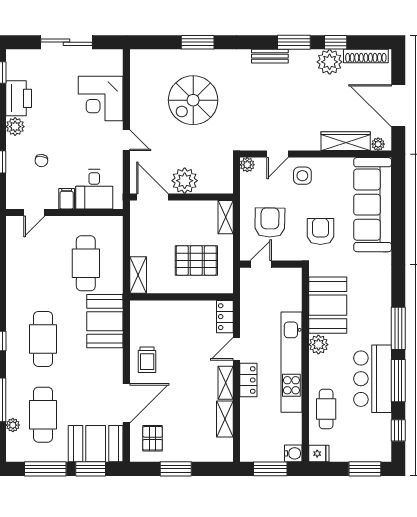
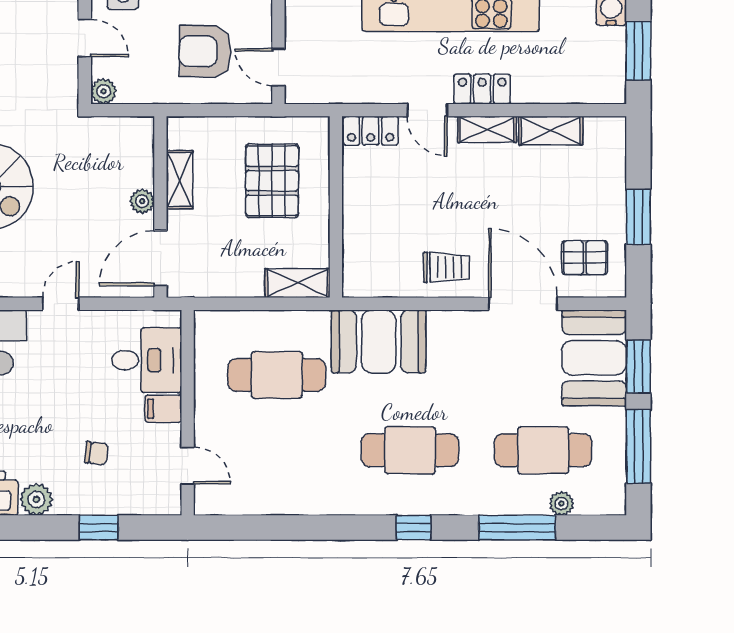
plant: (185, 181) -> (142, 201), width x0.53, depth x0.53
shelving: (226, 217) -> (180, 180), moved, turned 90

